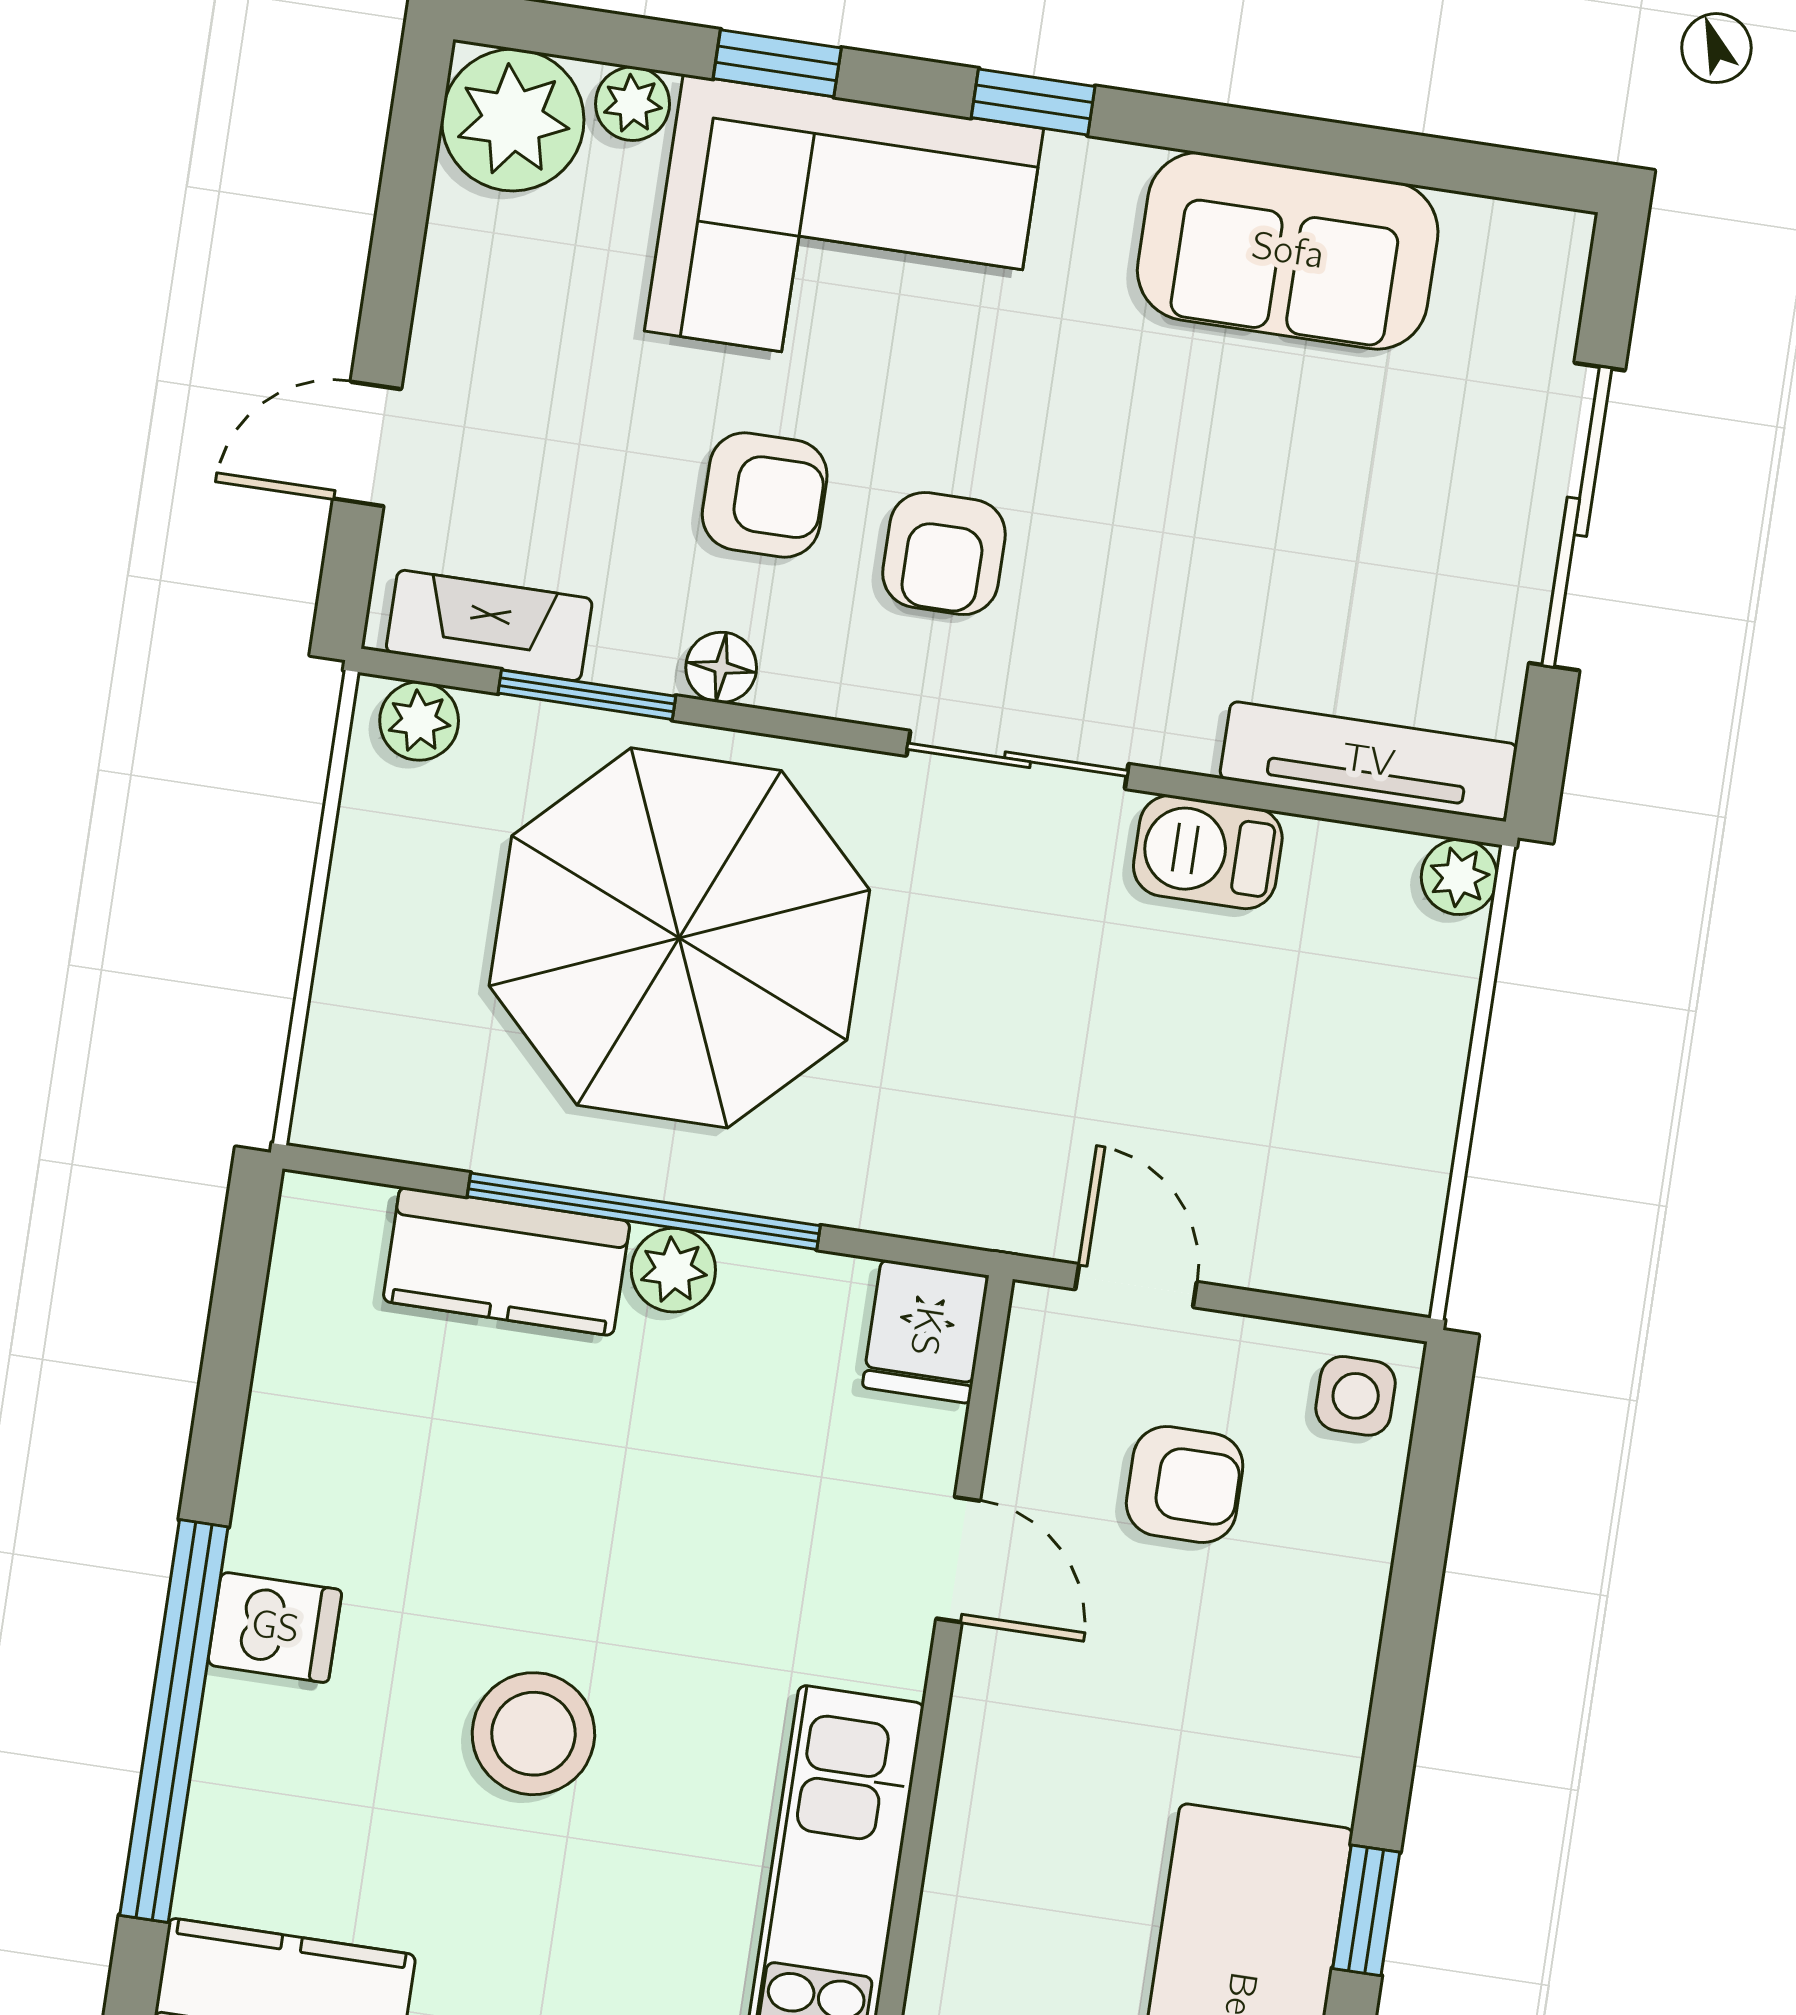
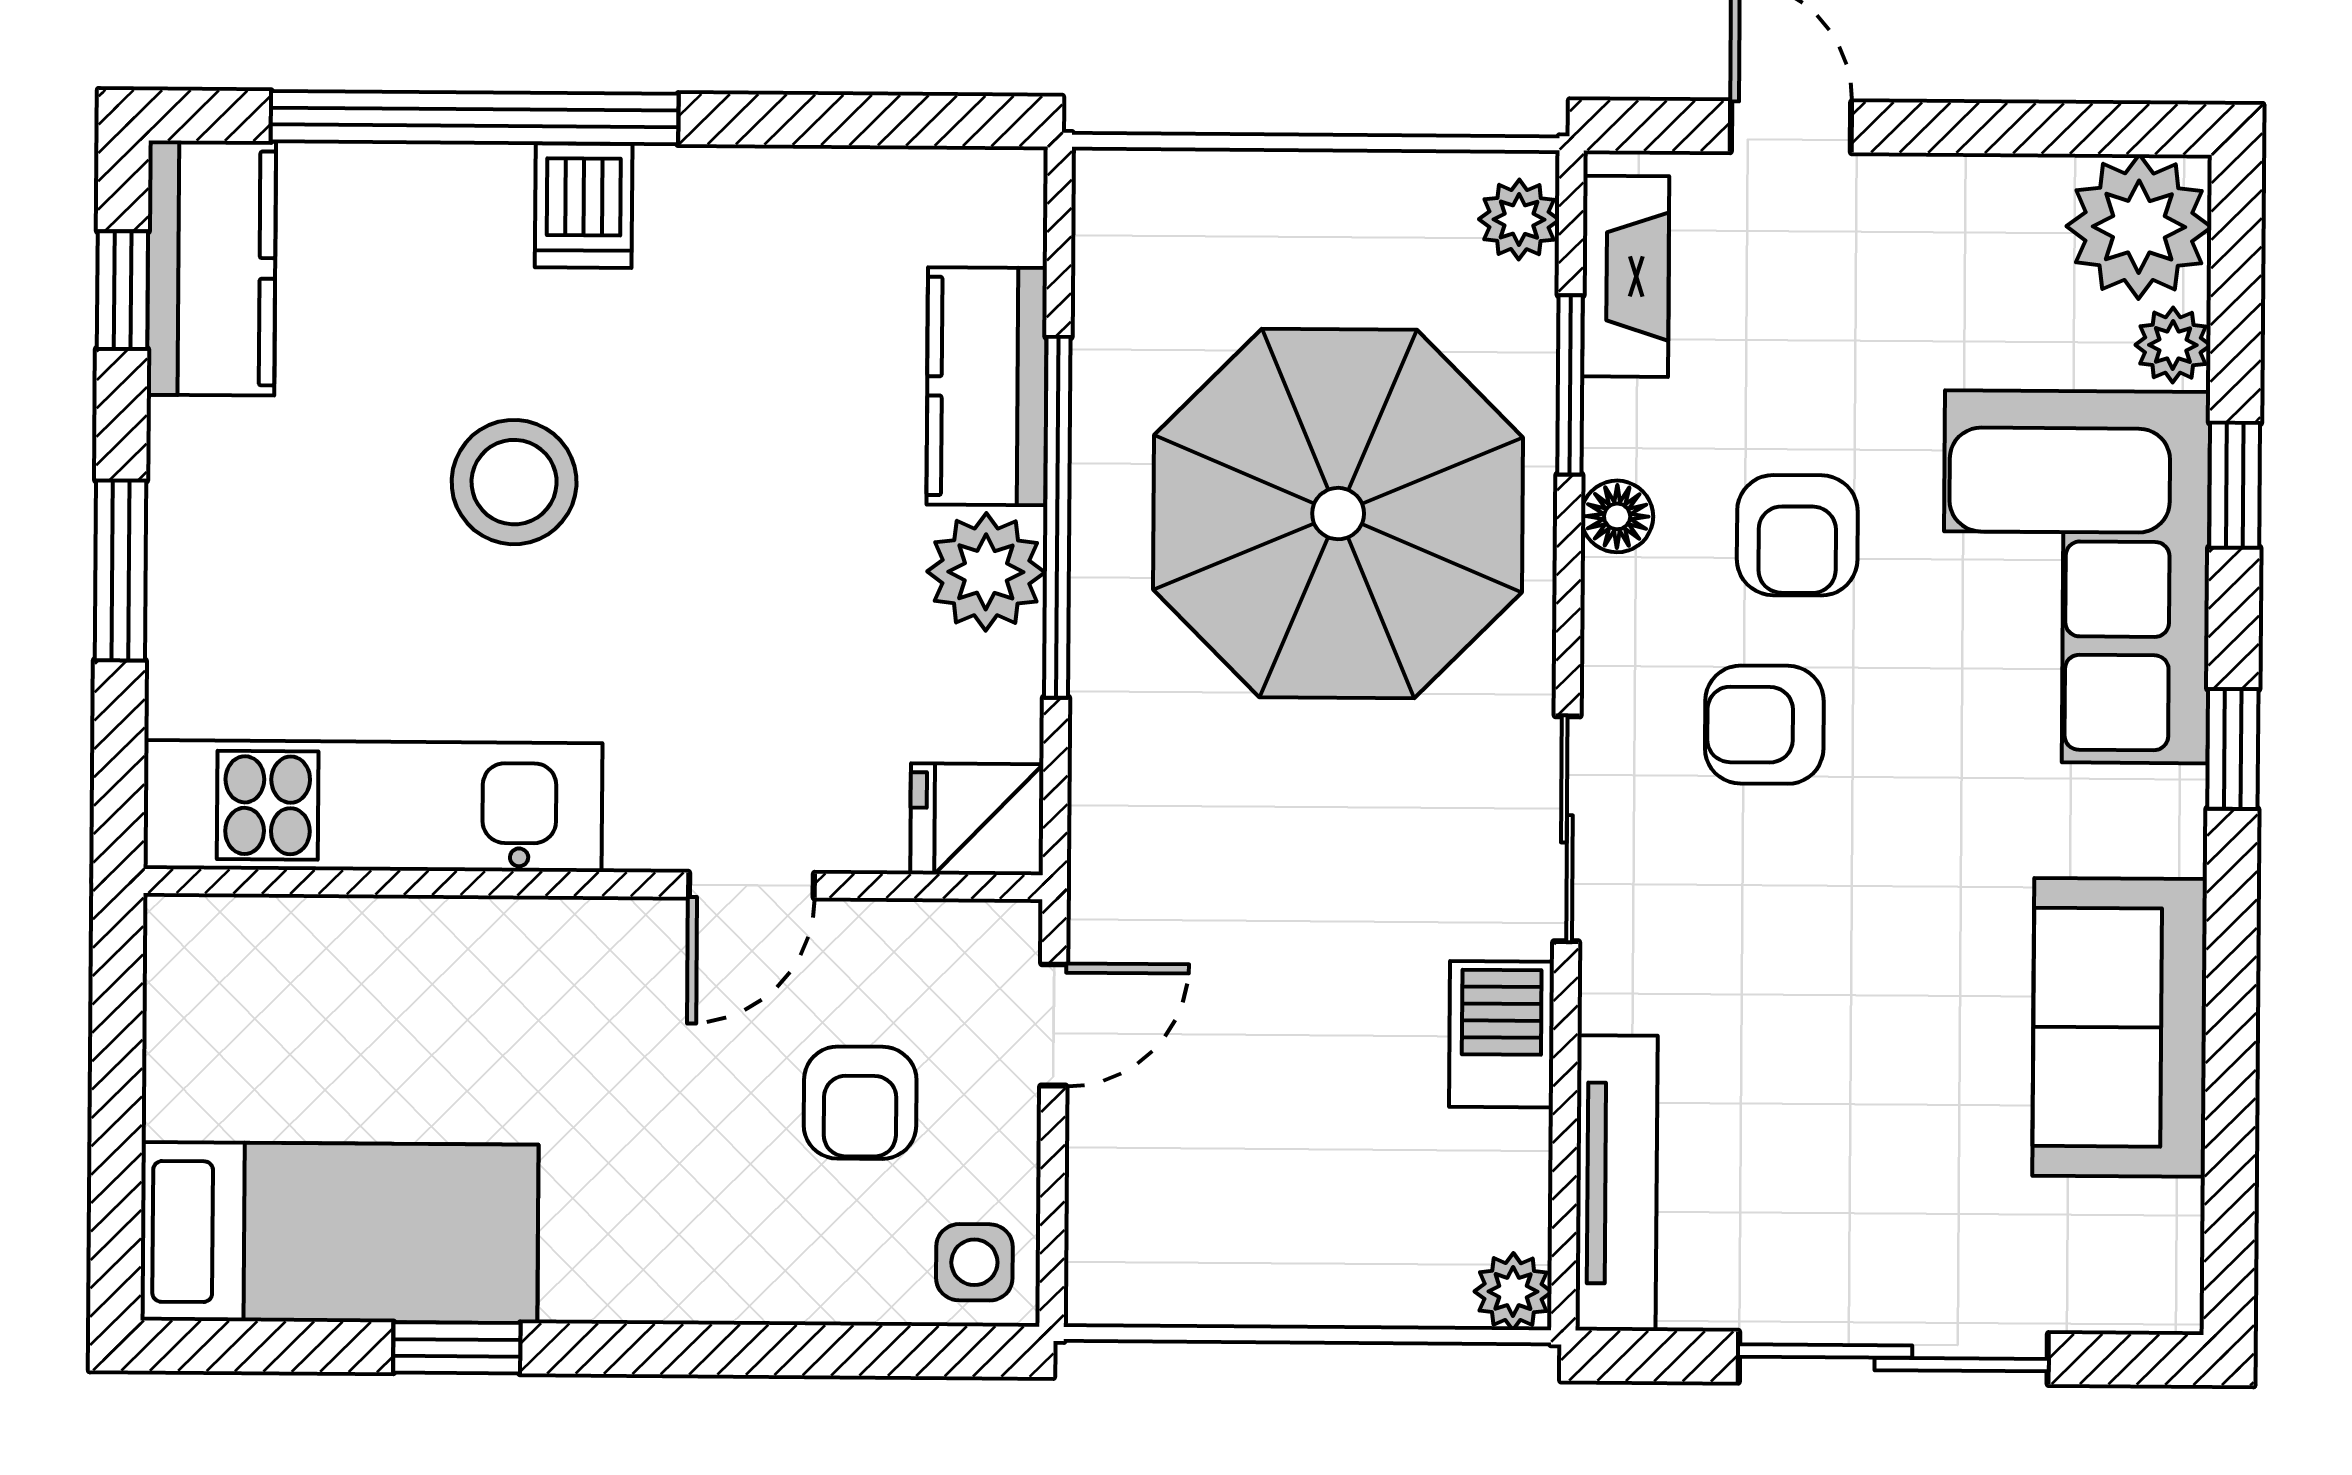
plant: (673, 1270) -> (986, 572), width x1.38, depth x1.38

